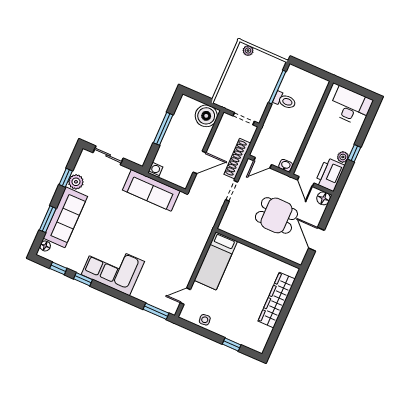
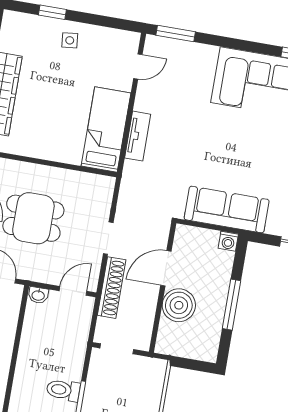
boiler: (206, 116) -> (179, 305), moved
tv unit: (197, 252) -> (138, 136), added
side table: (205, 320) -> (70, 40), moved

